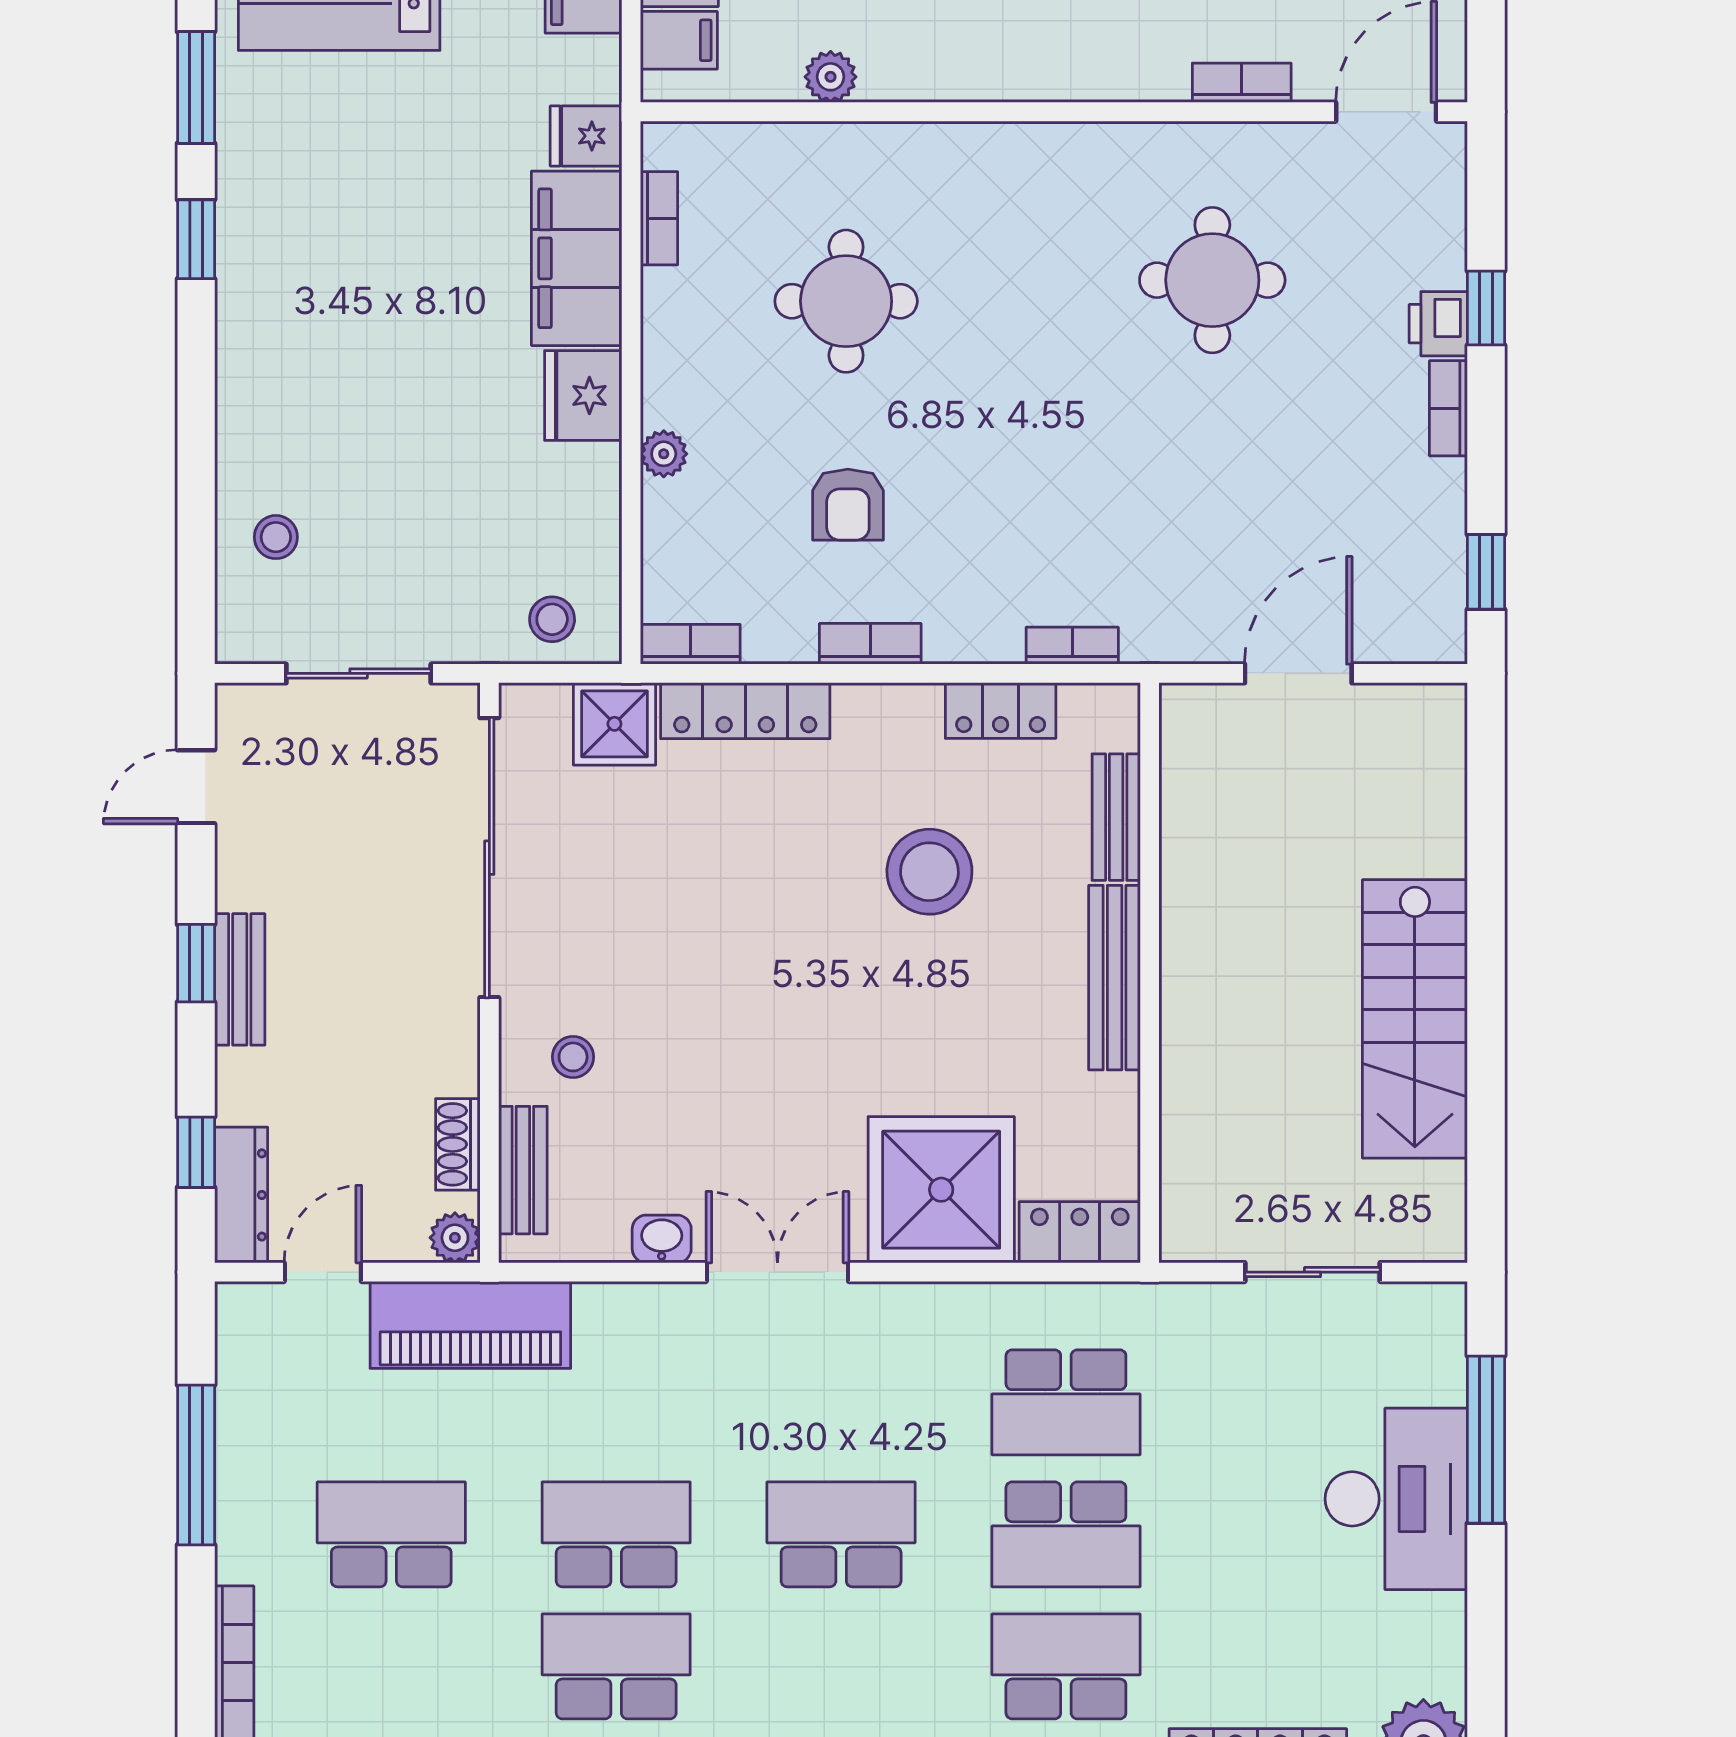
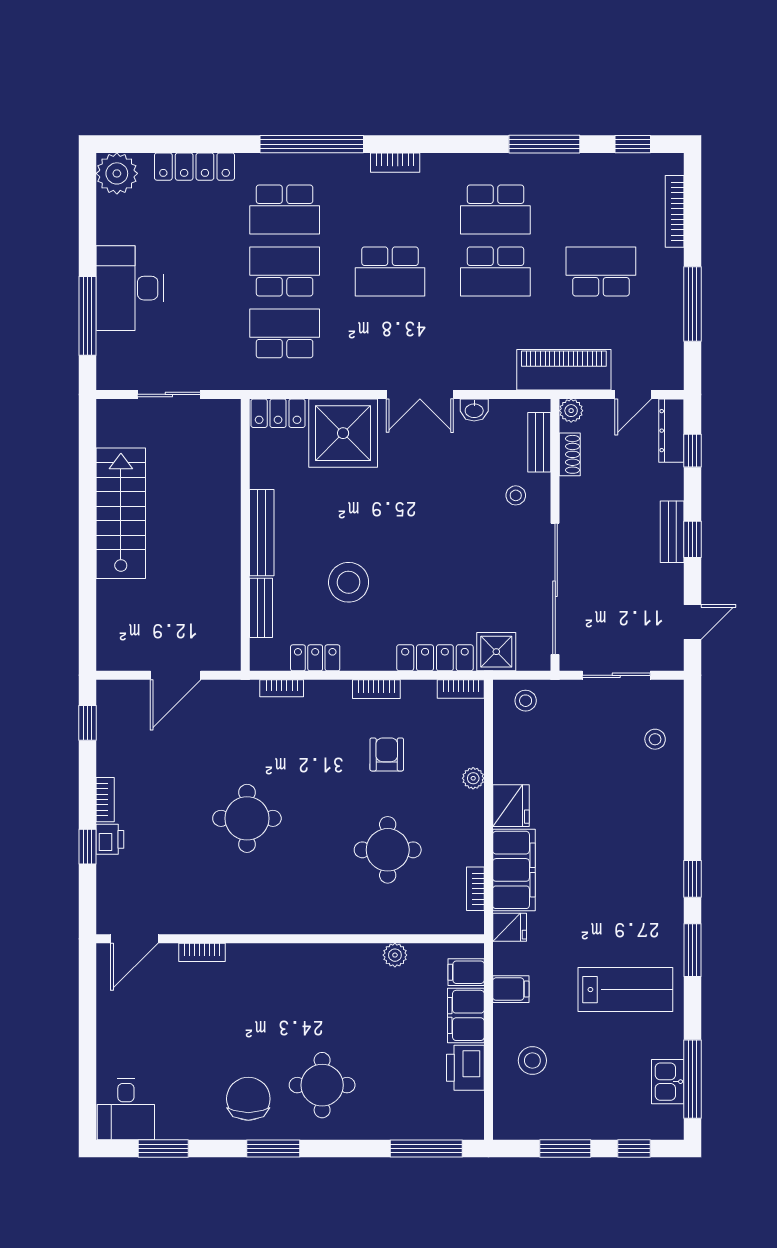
round table: (1212, 280) -> (247, 818), moved
school desk: (391, 1534) -> (601, 271), turned 180

